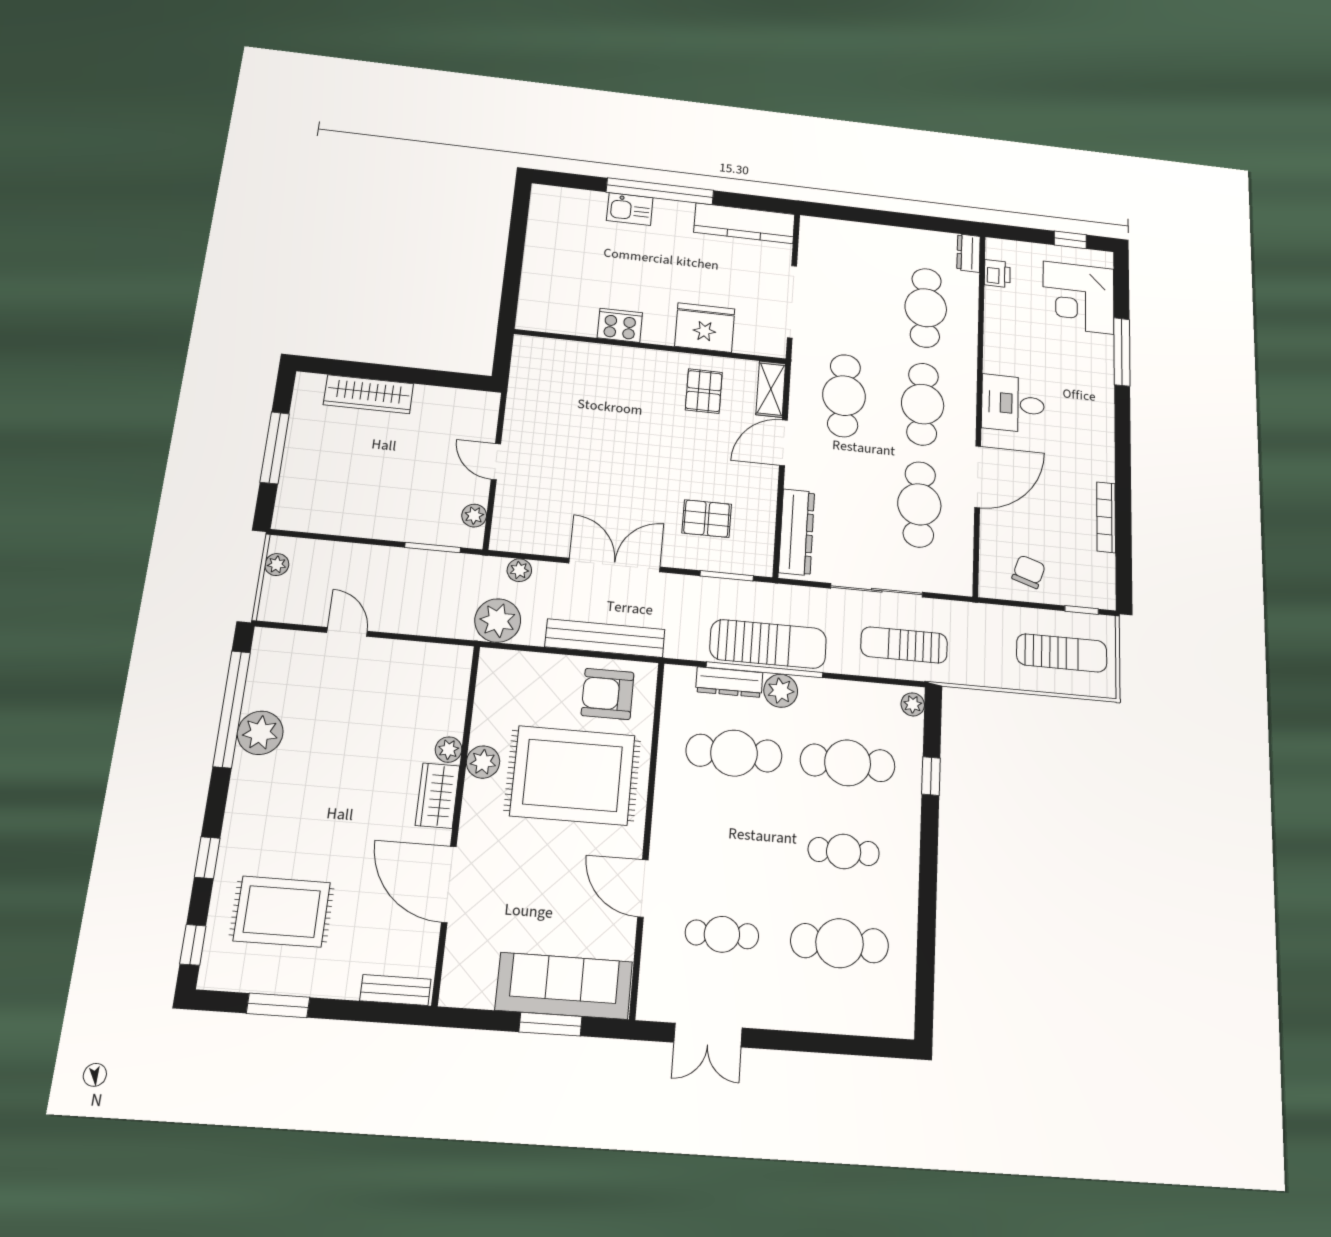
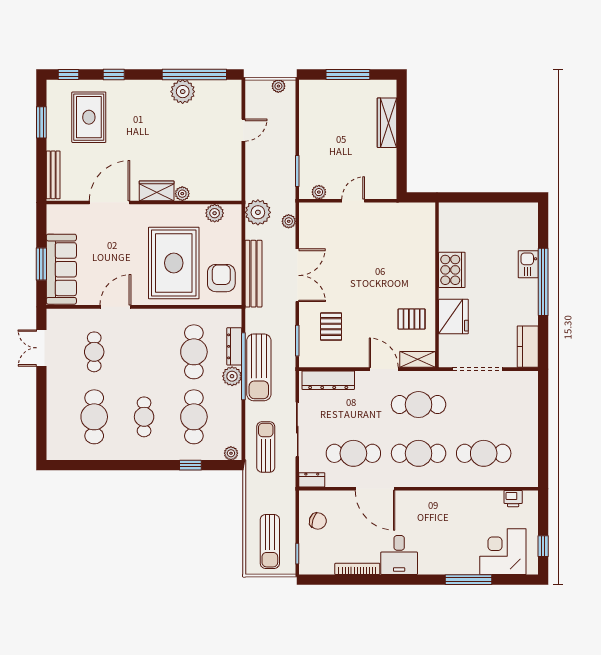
kitchen counter: (744, 223) -> (528, 347), width x0.67
dresser: (969, 253) -> (312, 480), moved
cooker: (620, 325) -> (452, 270), width x1.37, depth x1.31
desk: (1013, 404) -> (399, 555), moved, turned 180
plant: (483, 762) -> (215, 213), moved
bench: (395, 990) -> (53, 175), width x1.36

